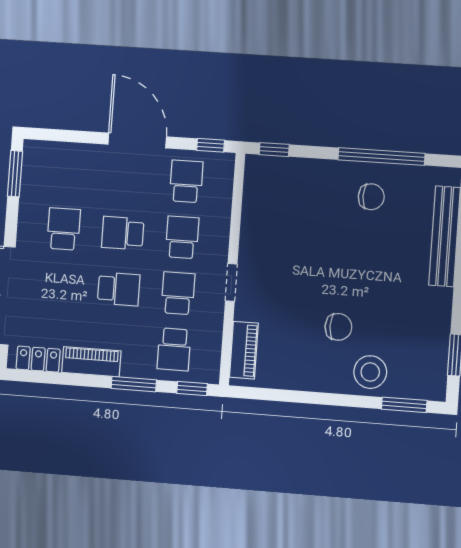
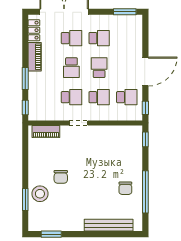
school desk: (174, 349) -> (71, 38), moved, turned 180
window: (404, 405) -> (25, 199), moved

